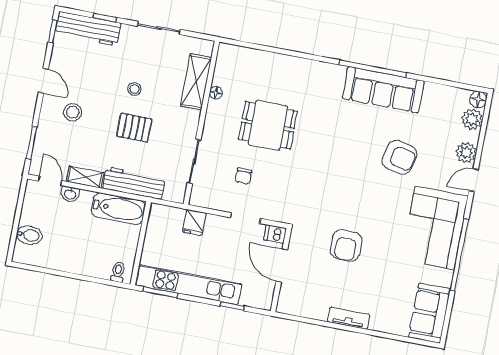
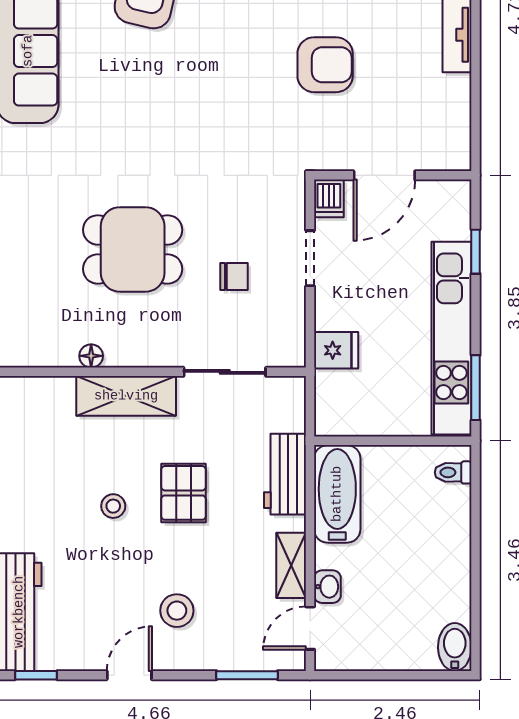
shelving: (196, 82) -> (126, 396), moved
dining table: (268, 125) -> (133, 249), turned 90
workbench: (134, 183) -> (285, 474), width x0.73
bidet: (29, 235) -> (455, 647), moved

